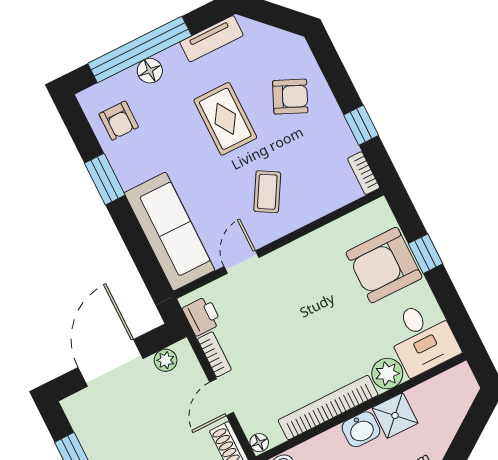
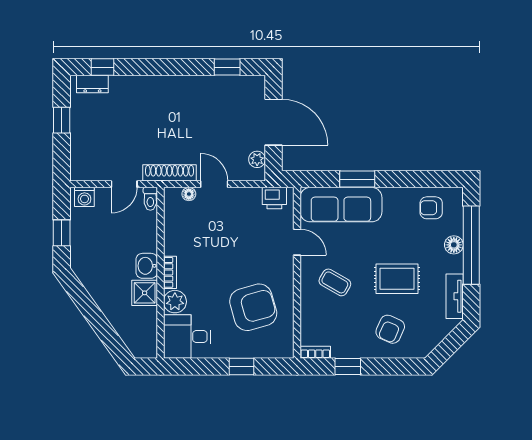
window: (105, 179) -> (357, 179), moved
armchair: (384, 265) -> (253, 307), moved, turned 74
bookcase: (214, 354) -> (245, 194), removed
bookcase: (328, 408) -> (170, 272), width x0.43, depth x0.76
floor lamp: (259, 443) -> (189, 194), moved

